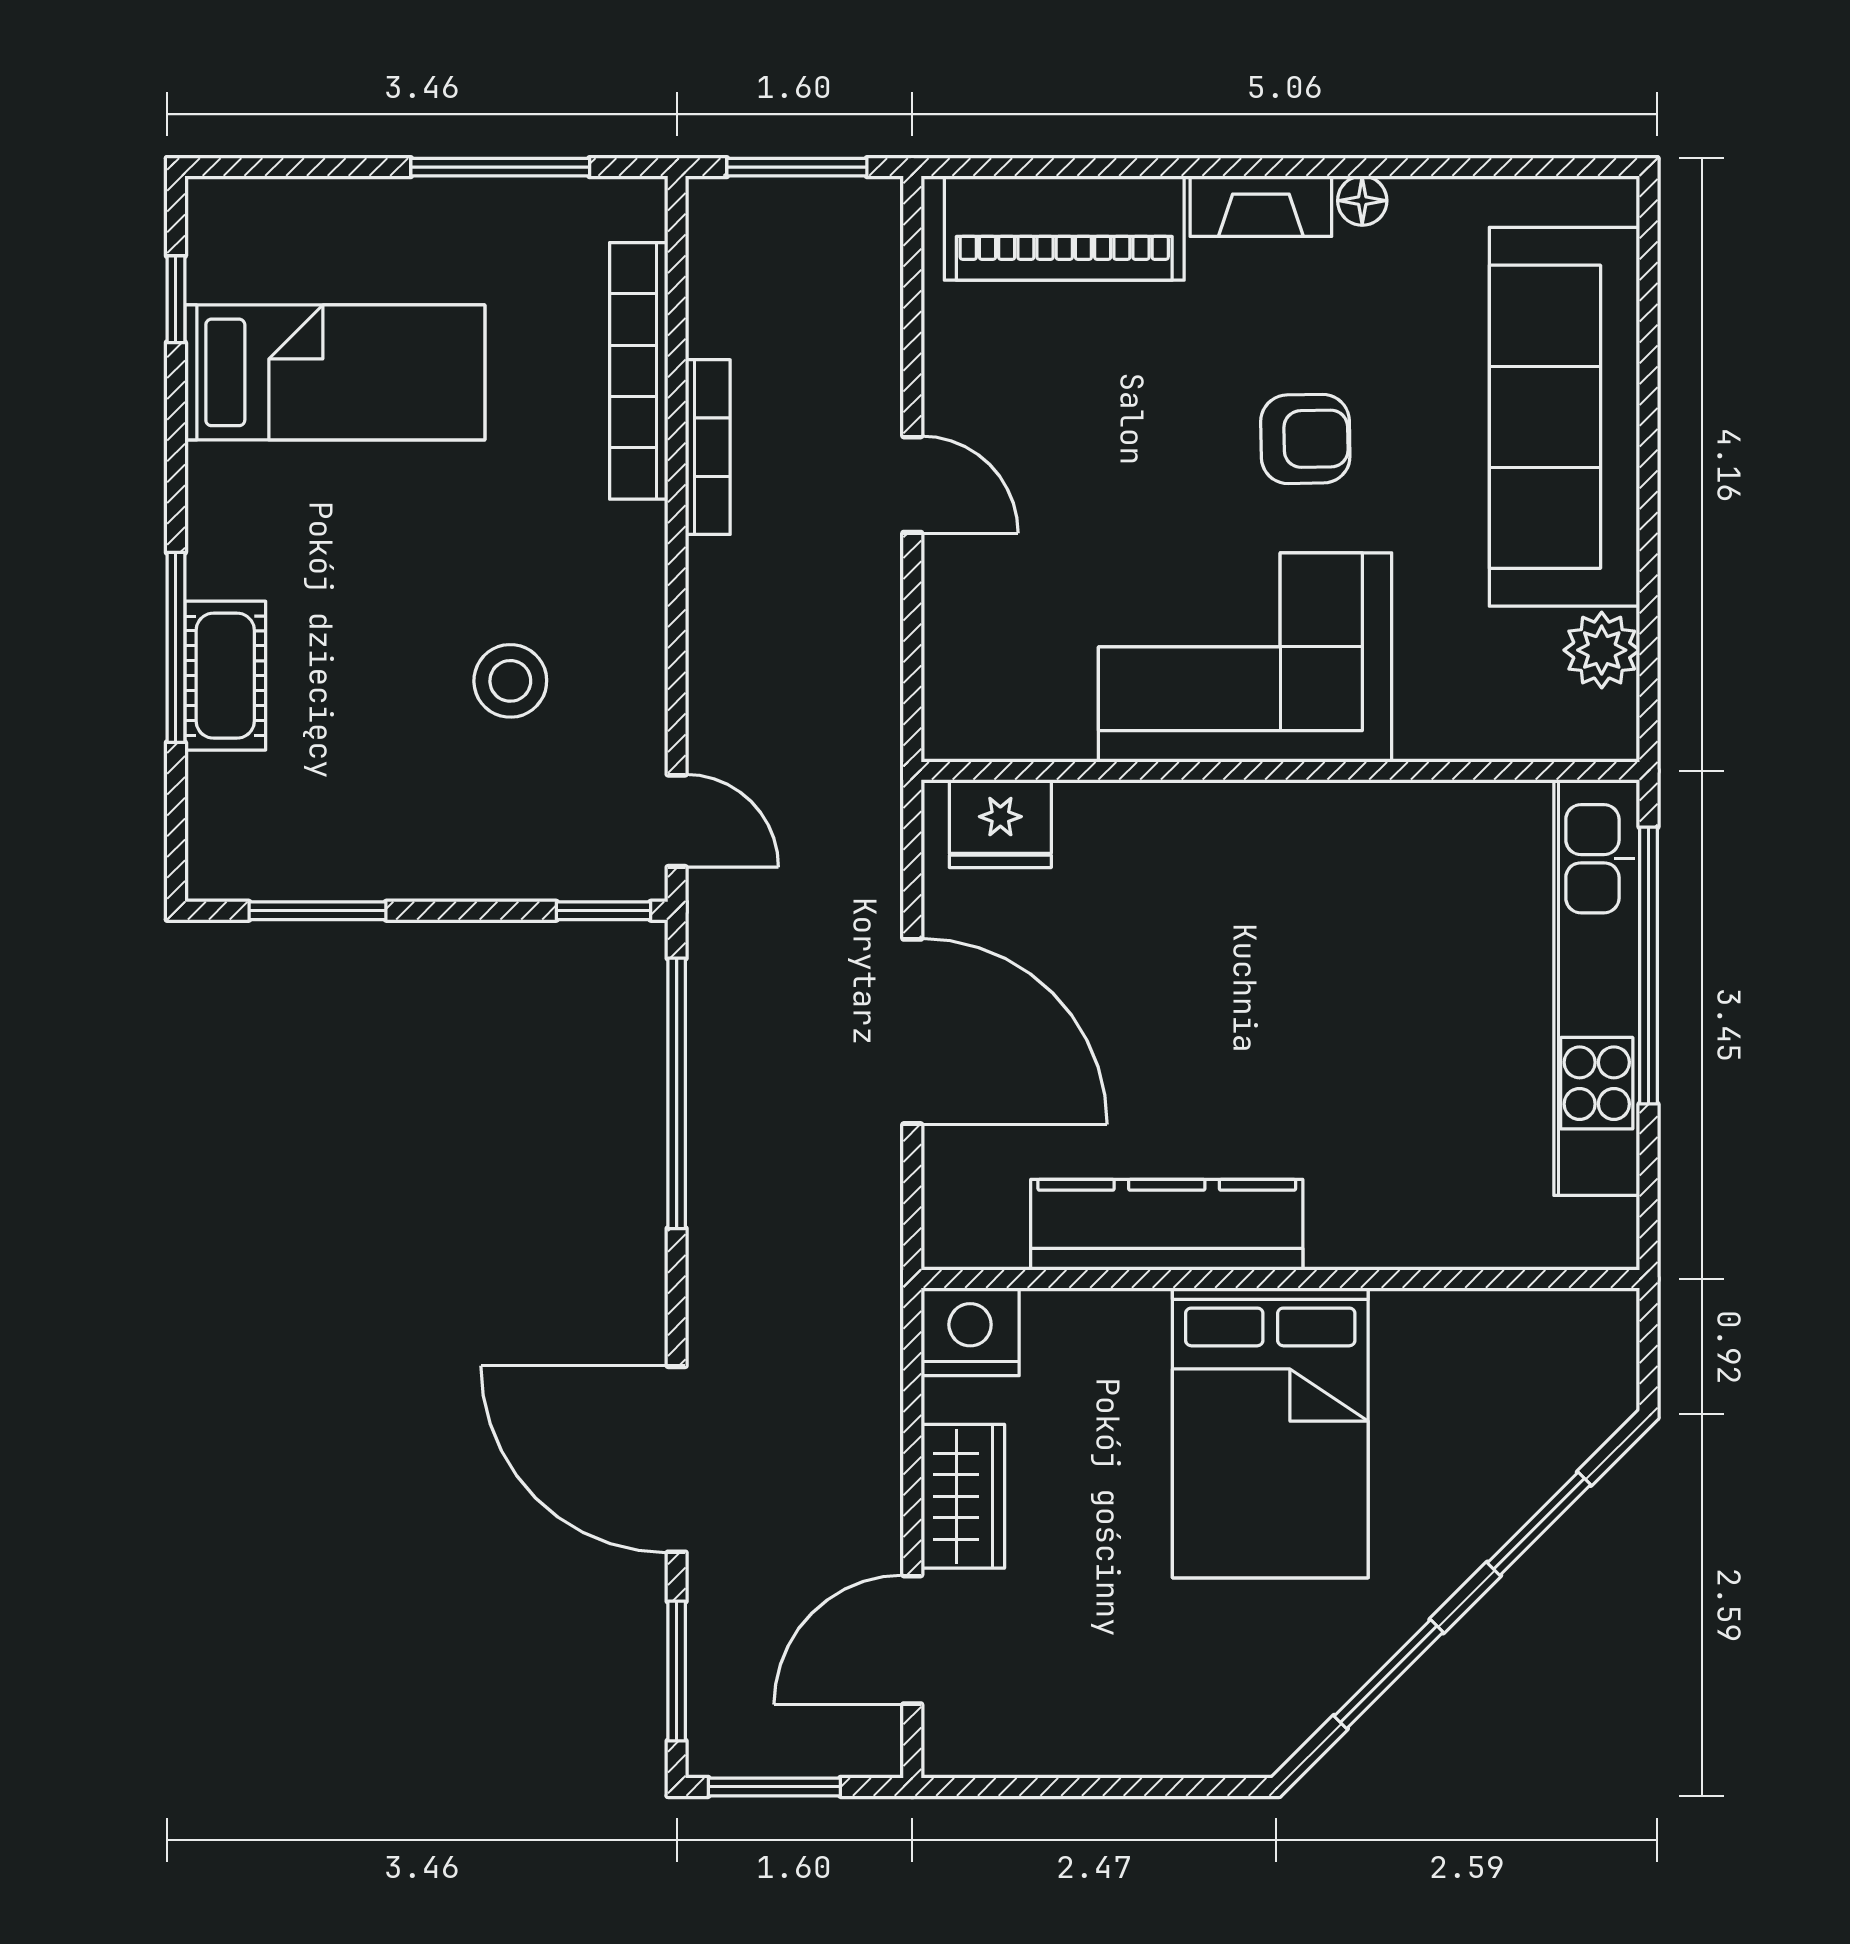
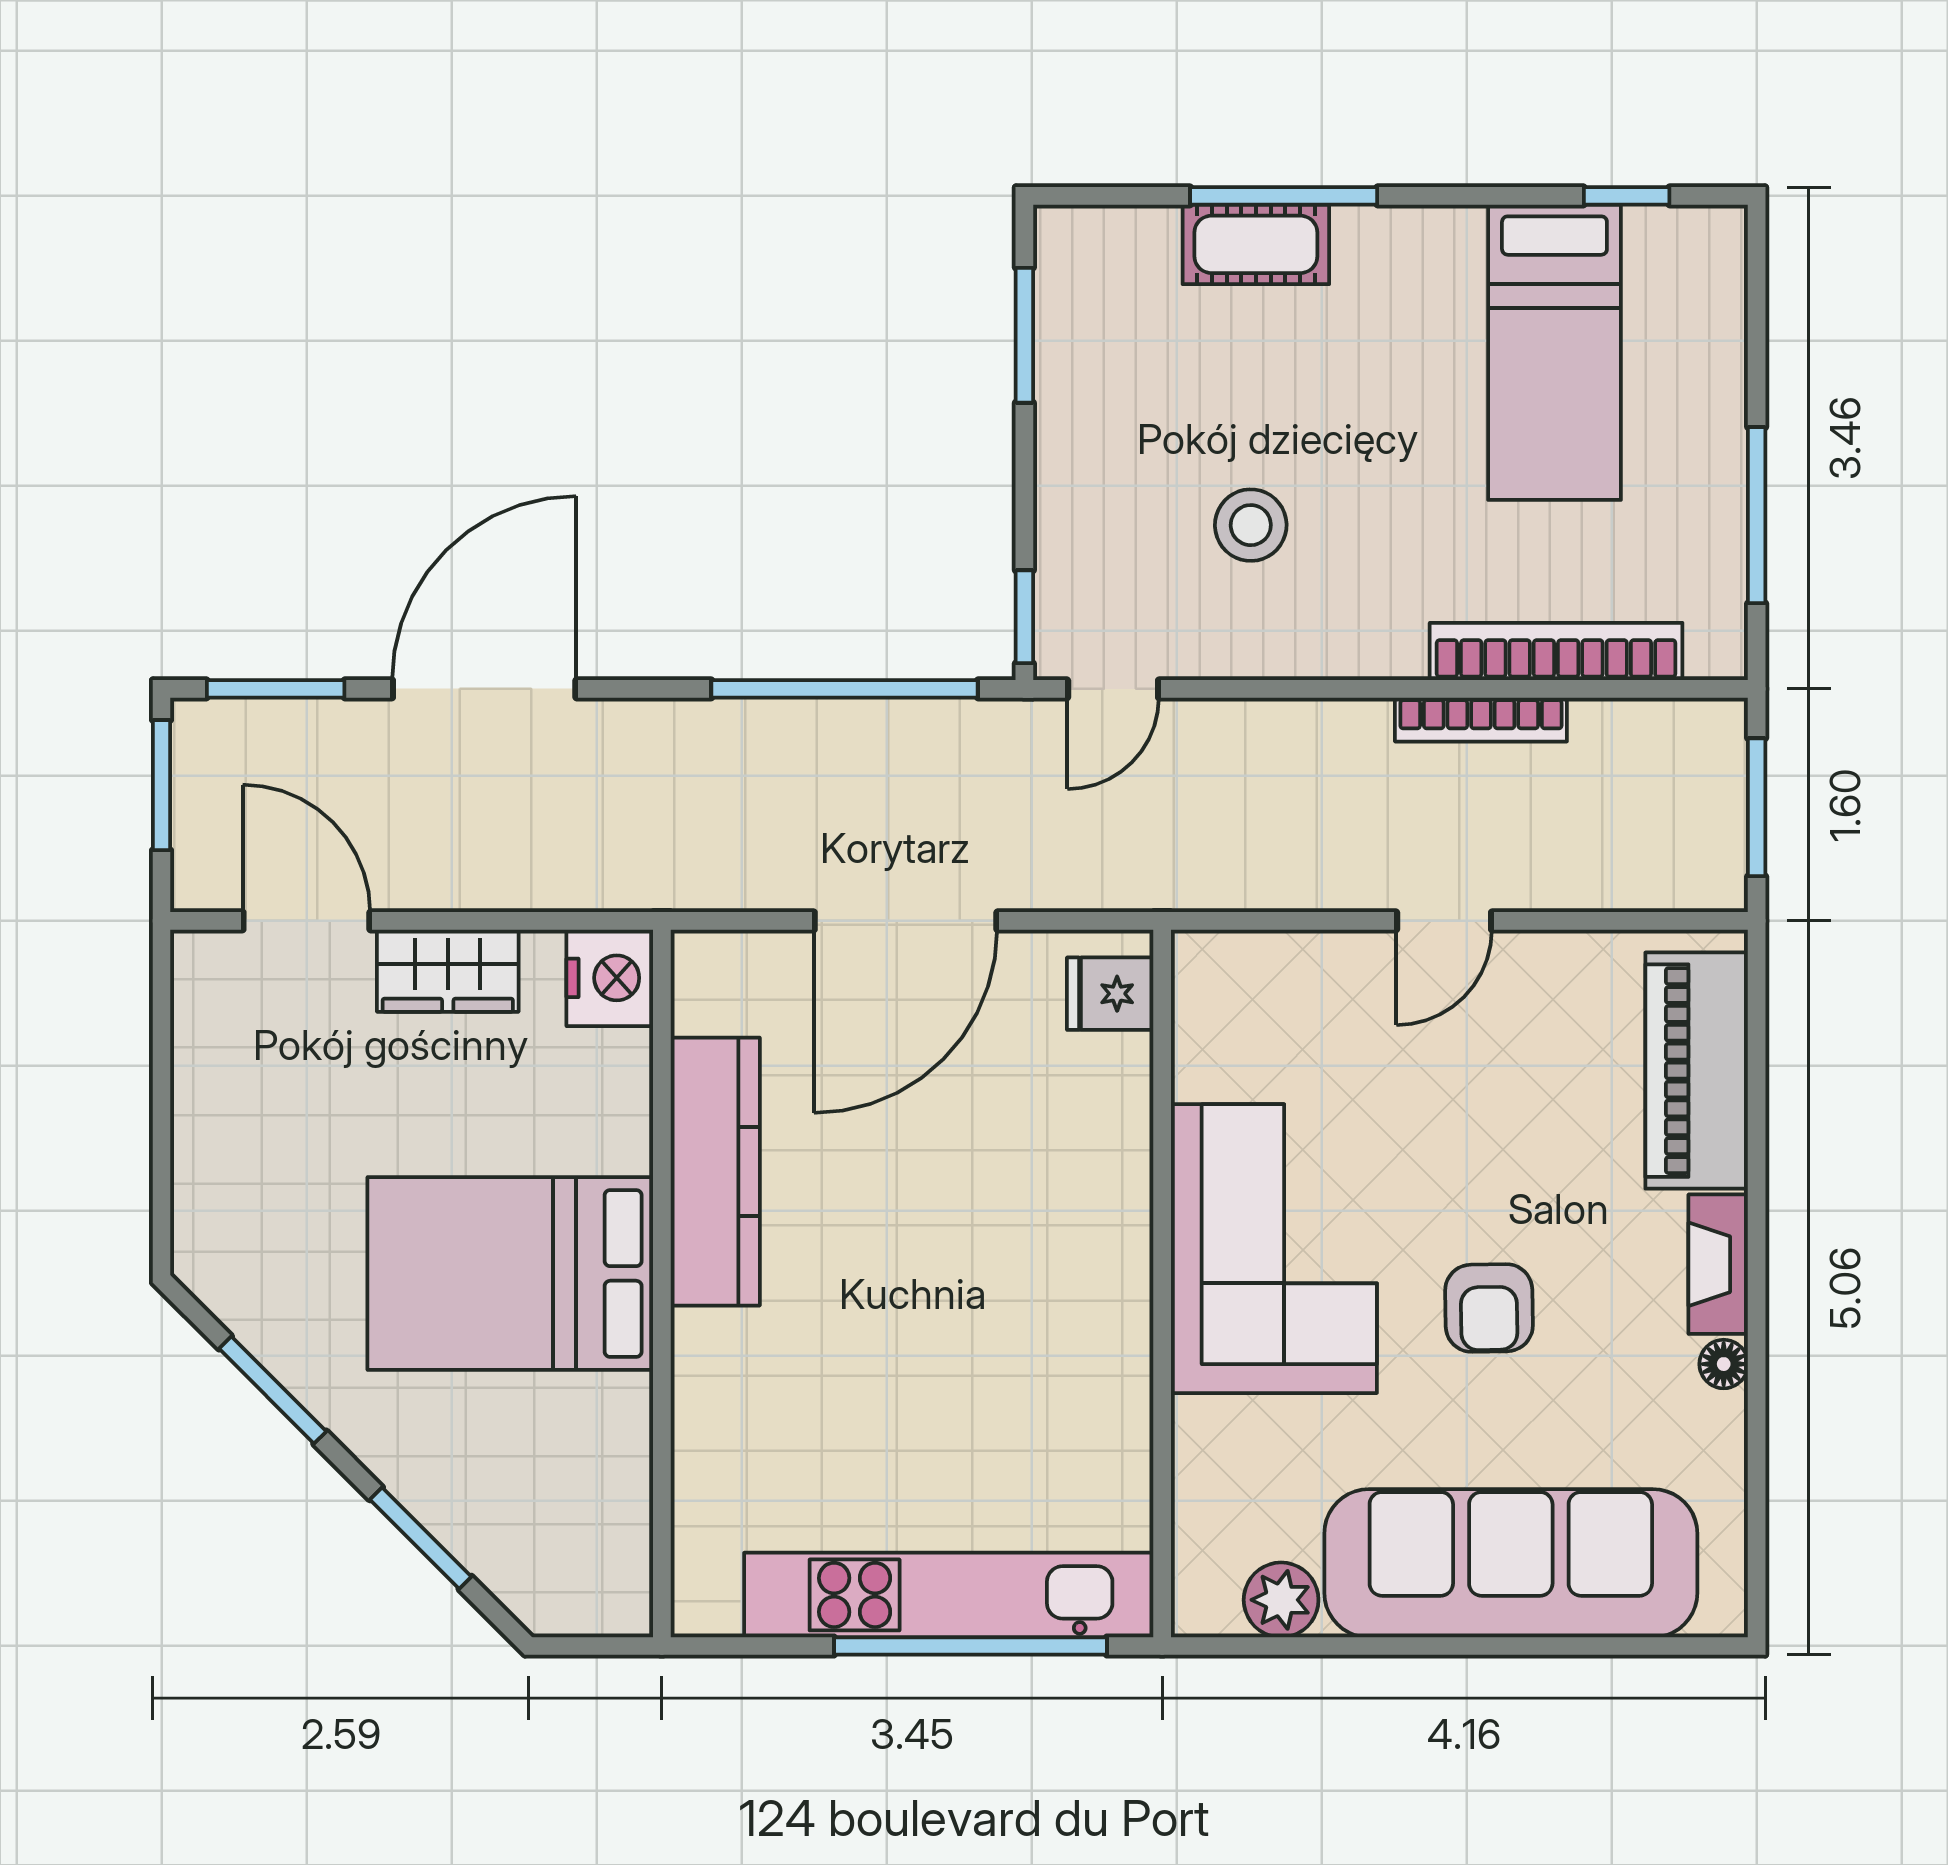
fridge: (1000, 824) -> (1110, 994), width x0.72

